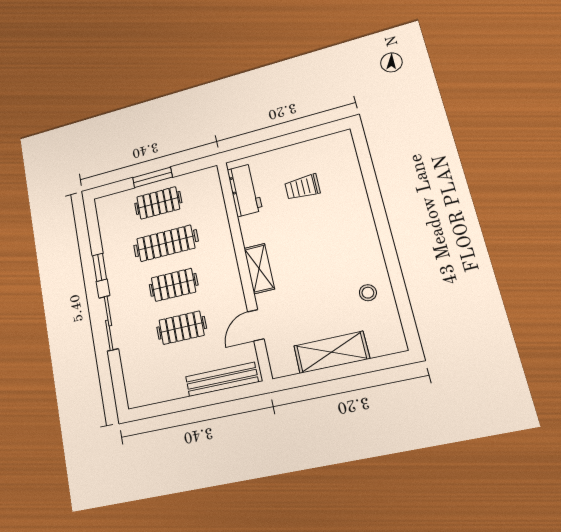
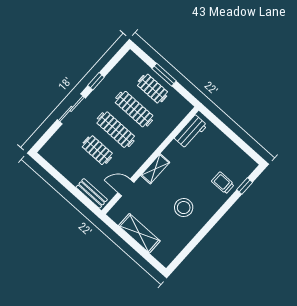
window: (366, 165) -> (245, 186), added
trolley: (302, 187) -> (223, 183), moved
clothes rail: (173, 285) -> (116, 130), width x1.36
stool: (368, 293) -> (184, 208), moved, width x1.89, depth x1.89
bench: (222, 379) -> (92, 193), width x0.73

